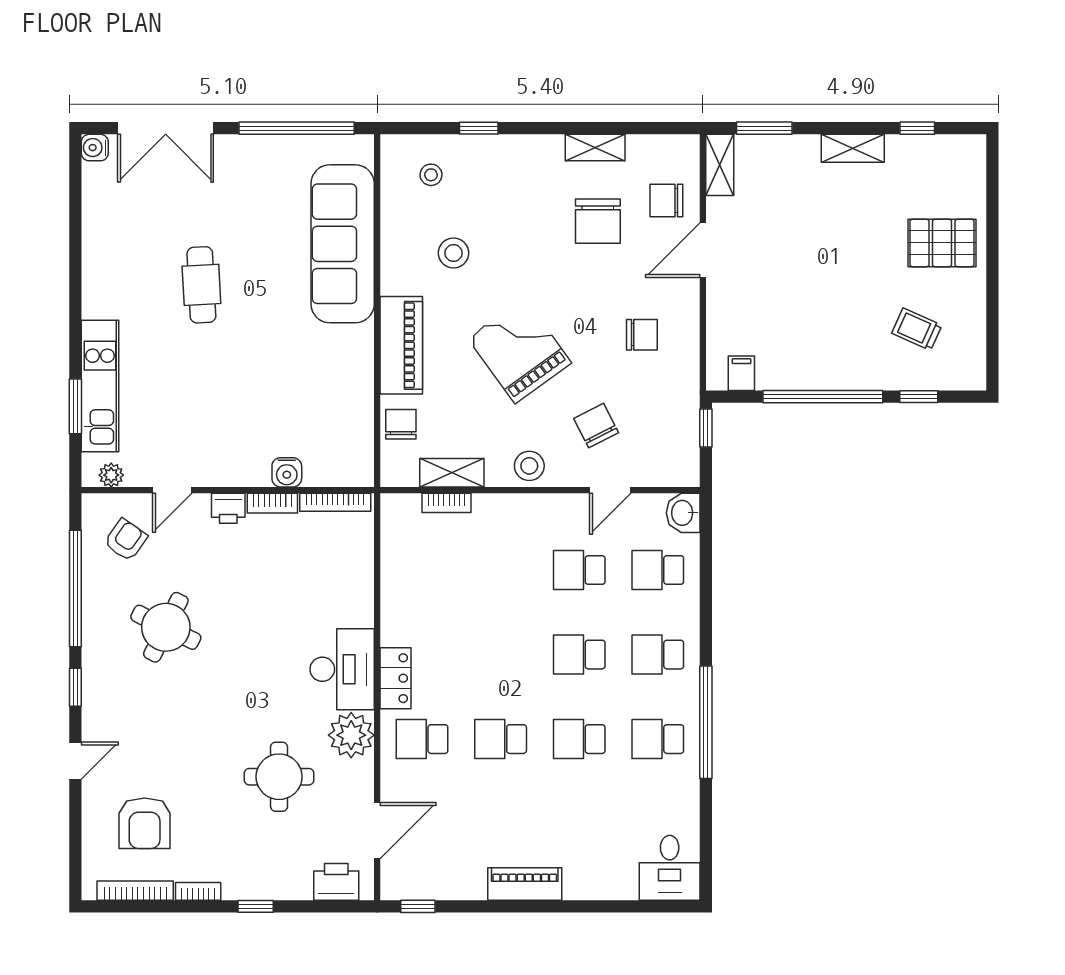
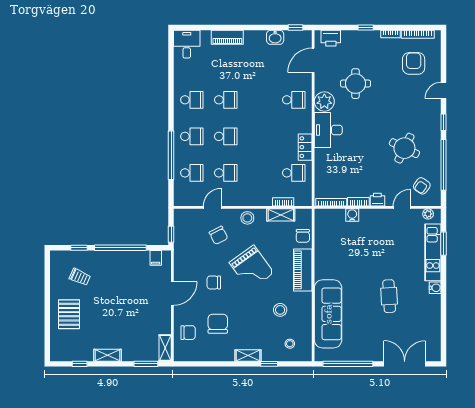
water cooler: (95, 148) -> (435, 288), moved
shelving: (595, 148) -> (248, 355), moved
pallet: (942, 243) -> (69, 314), turned 90
door: (703, 250) -> (172, 293), moved
chair: (642, 335) -> (214, 282), moved
washbasin: (683, 513) -> (275, 37), moved, turned 90
locker: (396, 678) -> (305, 147), moved
window: (706, 722) -> (171, 155), moved
school desk: (501, 739) -> (294, 173), moved
piano: (525, 884) -> (227, 37), moved

